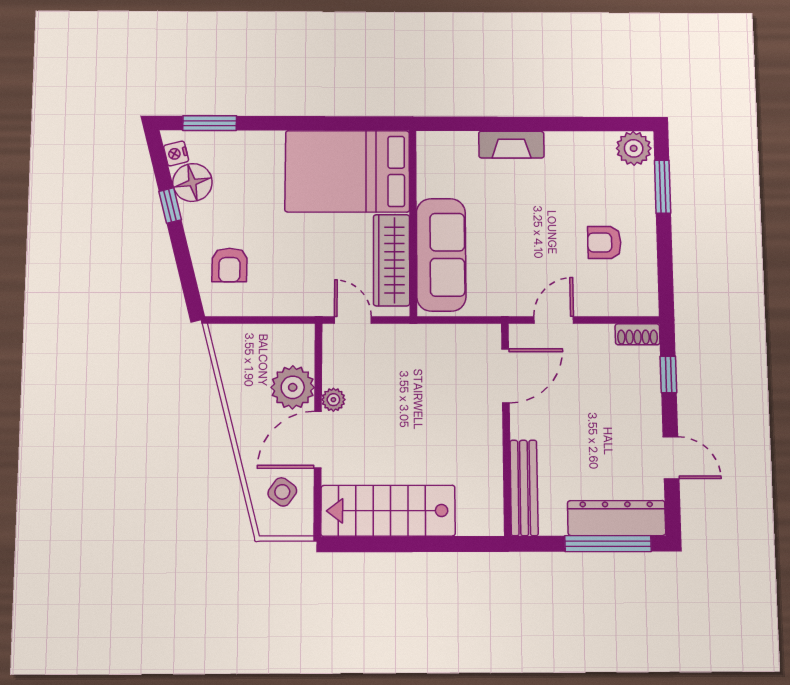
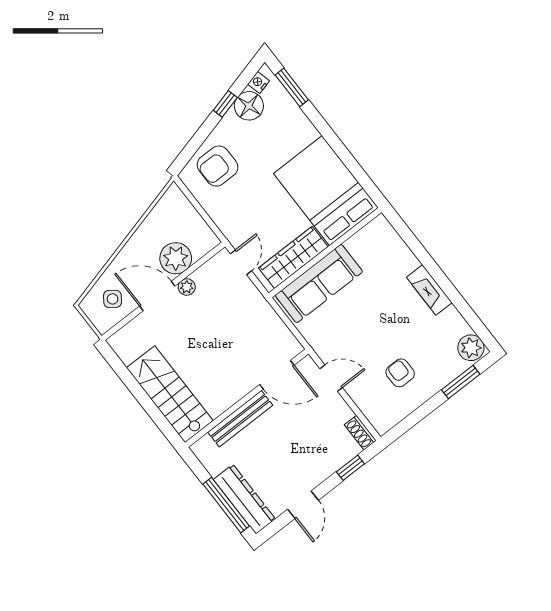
fireplace: (511, 145) -> (429, 290), moved
armchair: (229, 265) -> (218, 166), width x1.38, depth x1.38
bench: (524, 488) -> (240, 419), moved
stairs: (388, 511) -> (170, 394), moved

